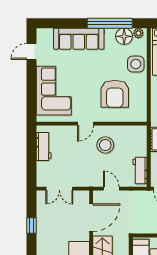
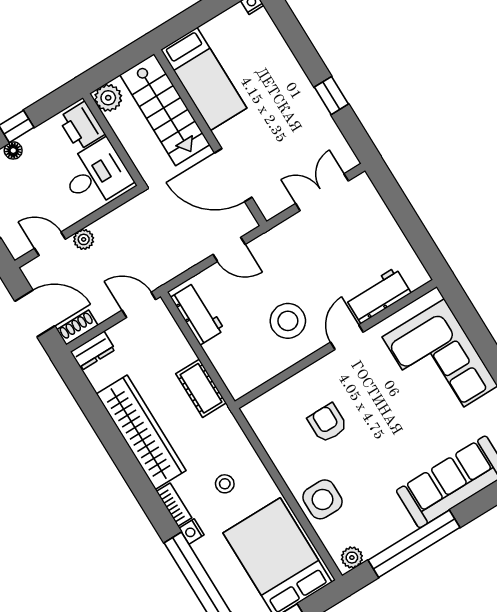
floor lamp: (124, 36) -> (374, 536), removed
armchair: (115, 94) -> (327, 423), width x0.53, depth x0.53
workbench: (44, 147) -> (378, 296), moved, turned 90
door: (91, 218) -> (233, 175), hinge flipped

